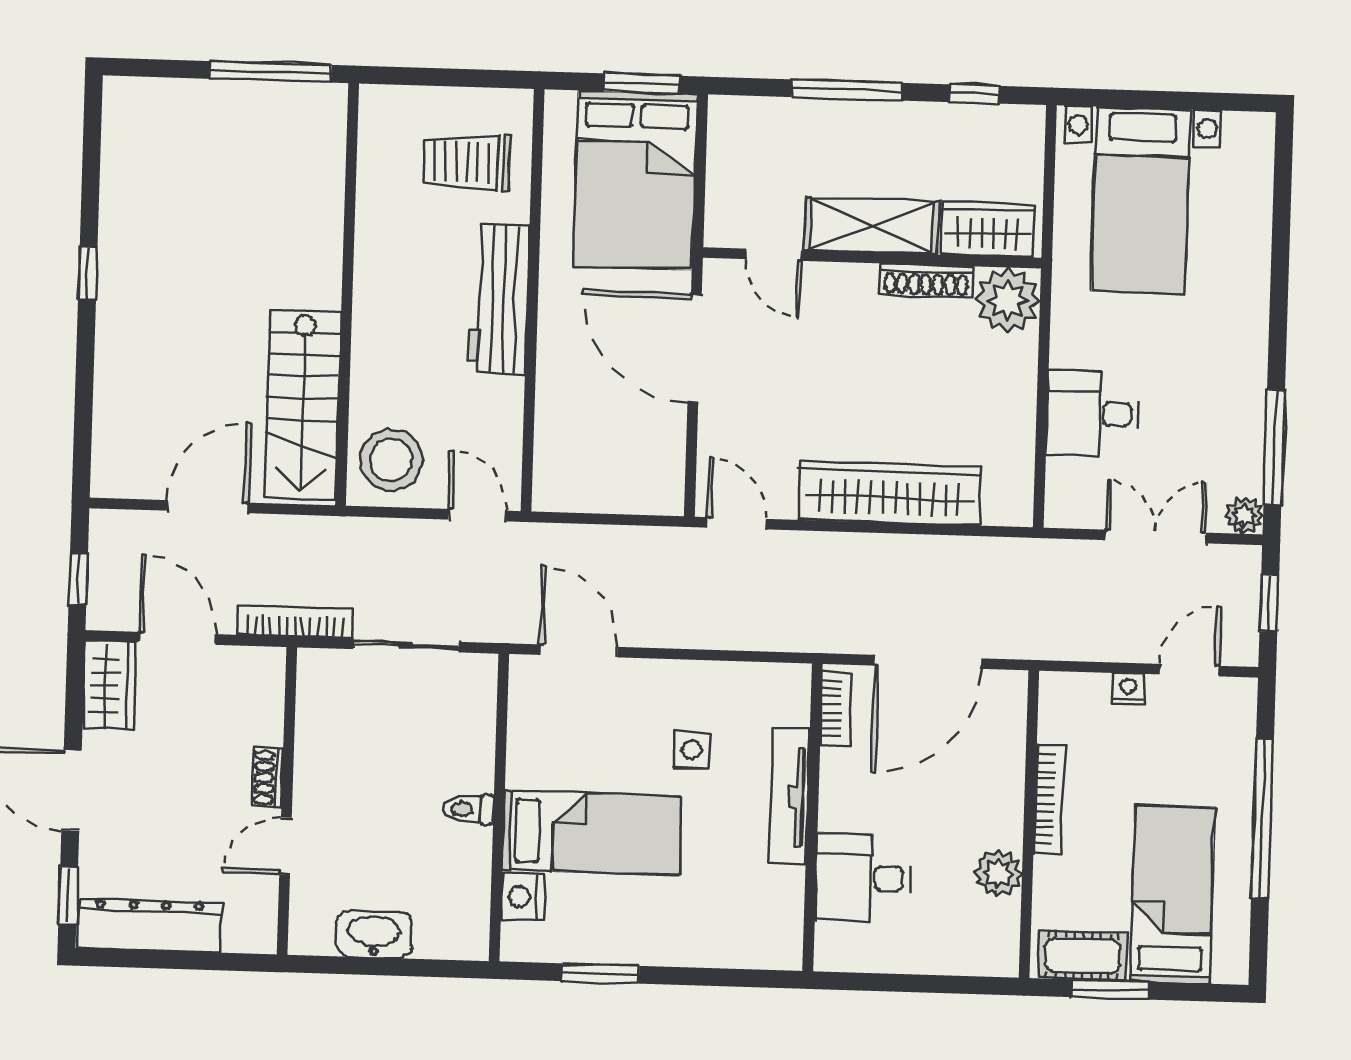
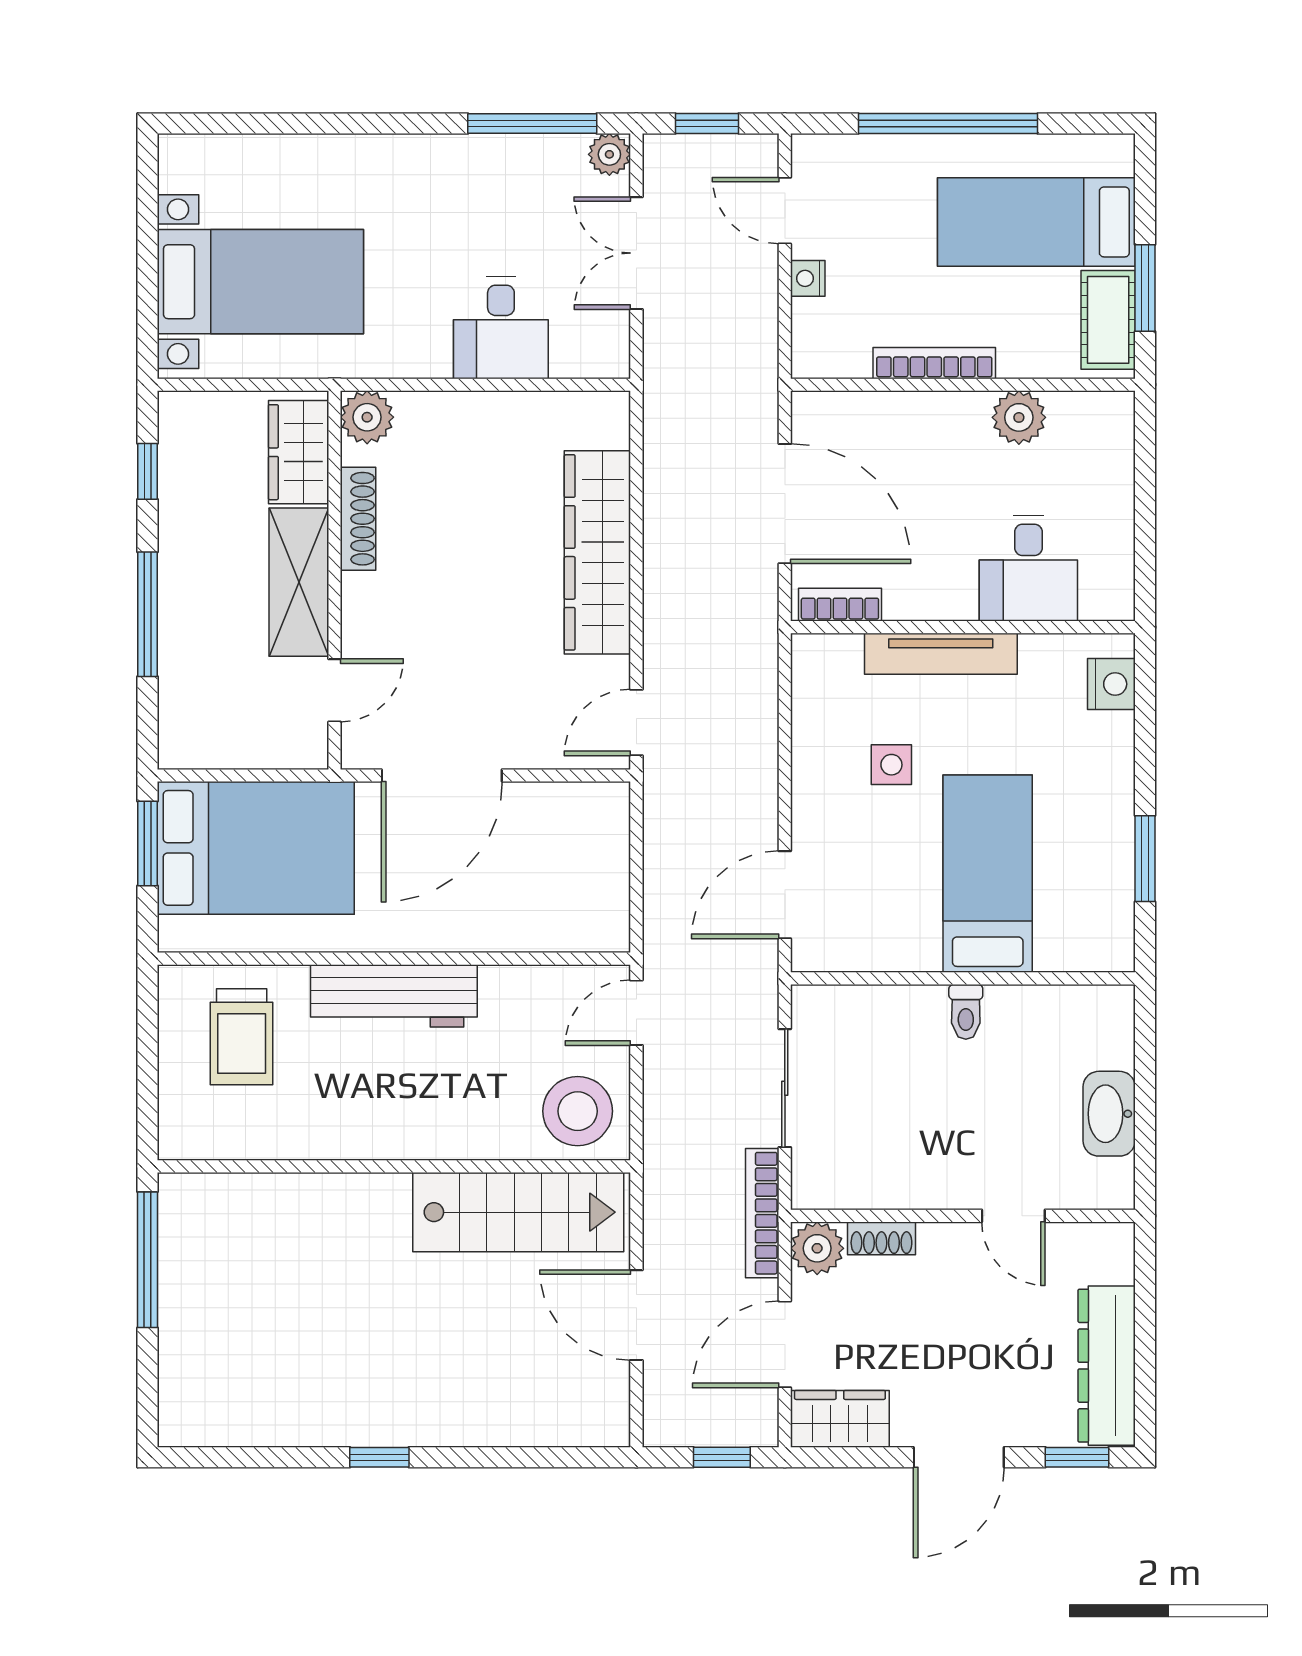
plant: (1008, 300) -> (367, 417), width x0.73, depth x0.73
plant: (262, 670) -> (817, 1248), added
shoe rack: (268, 778) -> (881, 1238), moved
nightstand: (523, 897) -> (1111, 684), moved, turned -90

